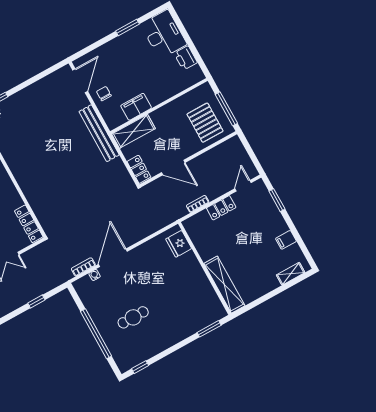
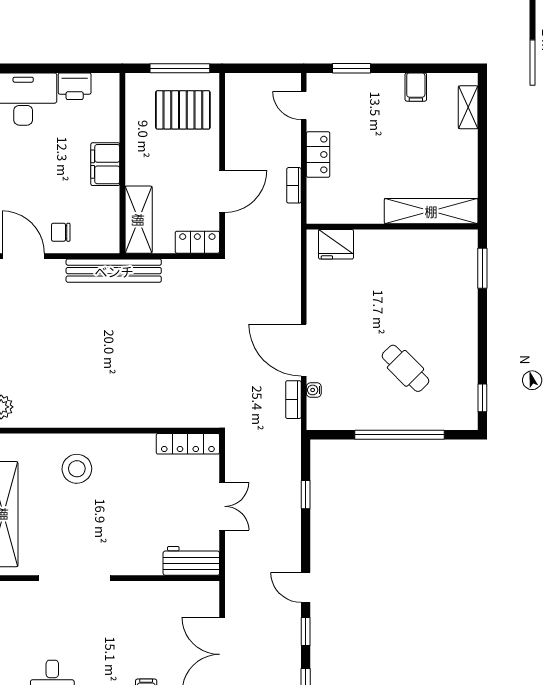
filing cabinet: (136, 107) -> (105, 164), moved
cafe table: (133, 317) -> (405, 368), turned -45

